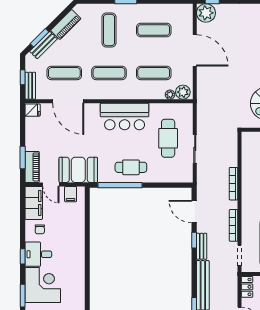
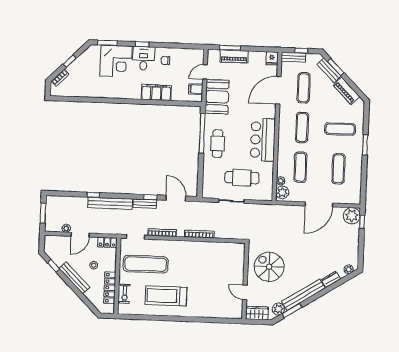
piano: (32, 167) -> (234, 56), moved
filing cabinet: (34, 203) -> (156, 92), moved, turned 180
door: (194, 212) -> (176, 198), hinge flipped

